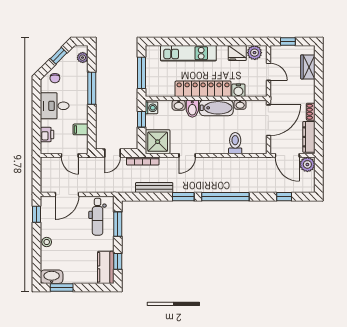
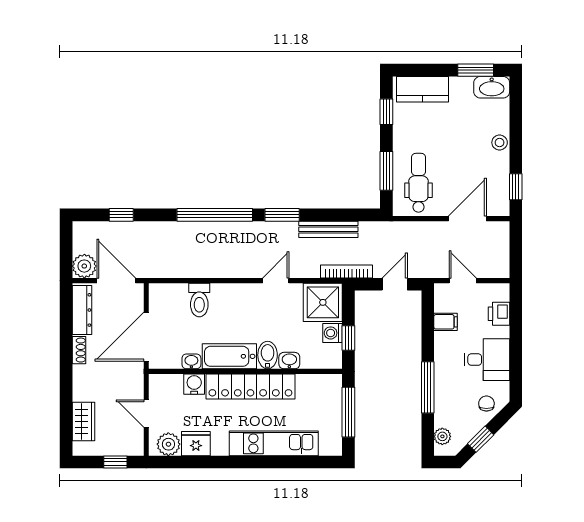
washing machine: (152, 108) -> (333, 333), moved
kitchen counter: (106, 267) -> (422, 89), moved, turned 90

